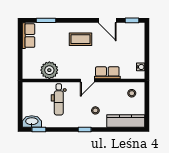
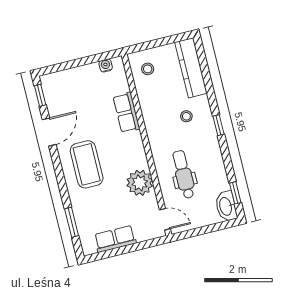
row of seats: (28, 36) -> (115, 239), moved
coffee table: (81, 39) -> (87, 164), width x1.36, depth x1.32
plant: (49, 70) -> (140, 183), moved
door: (87, 80) -> (165, 219), moved
dental chair: (59, 99) -> (184, 174), turned -90

